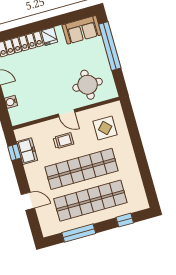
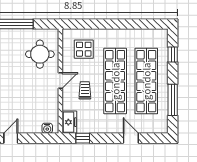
water cooler: (11, 102) -> (47, 128), moved
freezer: (27, 151) -> (69, 122), moved, turned 90
door: (28, 201) -> (131, 138), hinge flipped

